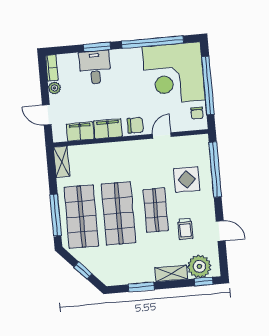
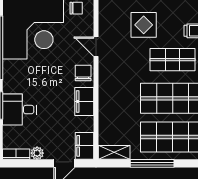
filing cabinet: (80, 132) -> (85, 146), moved
window: (56, 215) -> (152, 163), moved

